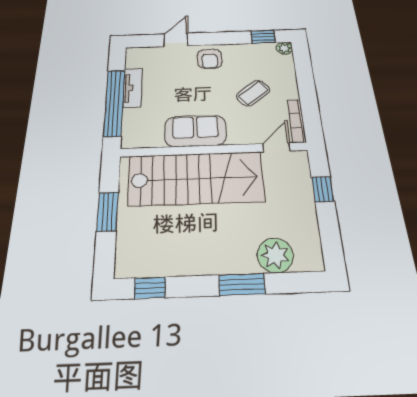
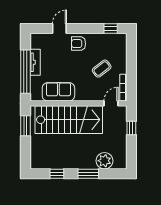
plant: (284, 48) -> (122, 38), removed
armchair: (210, 59) -> (79, 44), turned 90
sofa: (195, 131) -> (58, 92), moved
window: (108, 212) -> (25, 126), moved
window: (150, 288) -> (57, 174), moved

